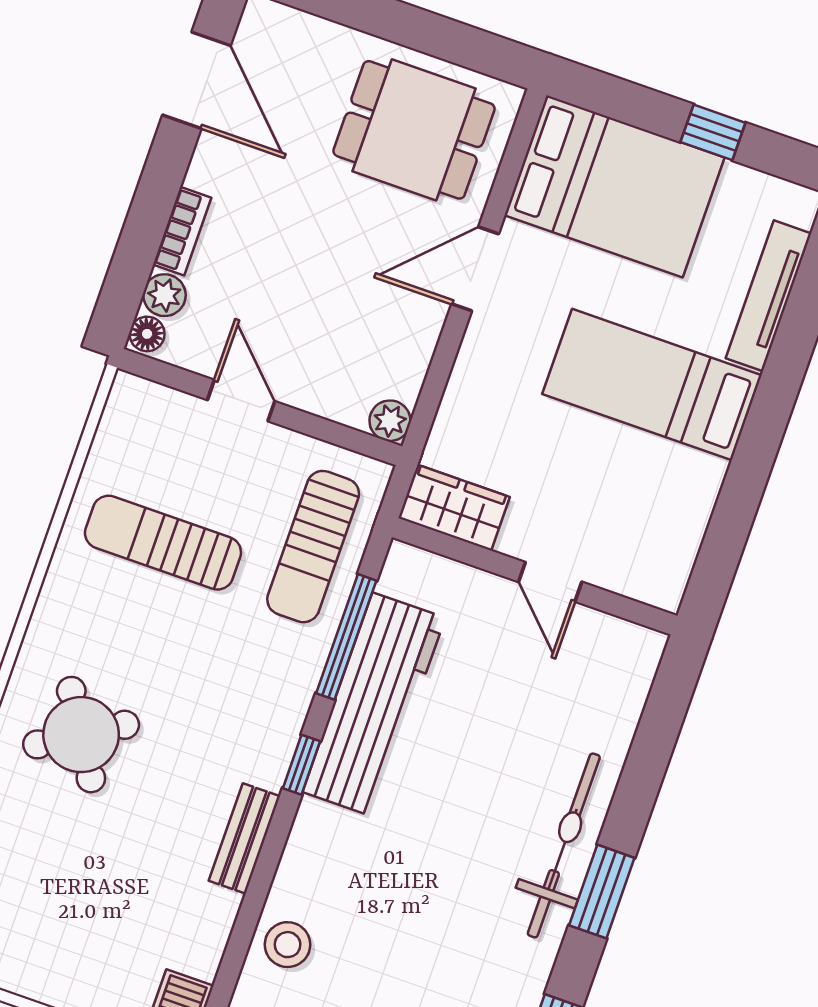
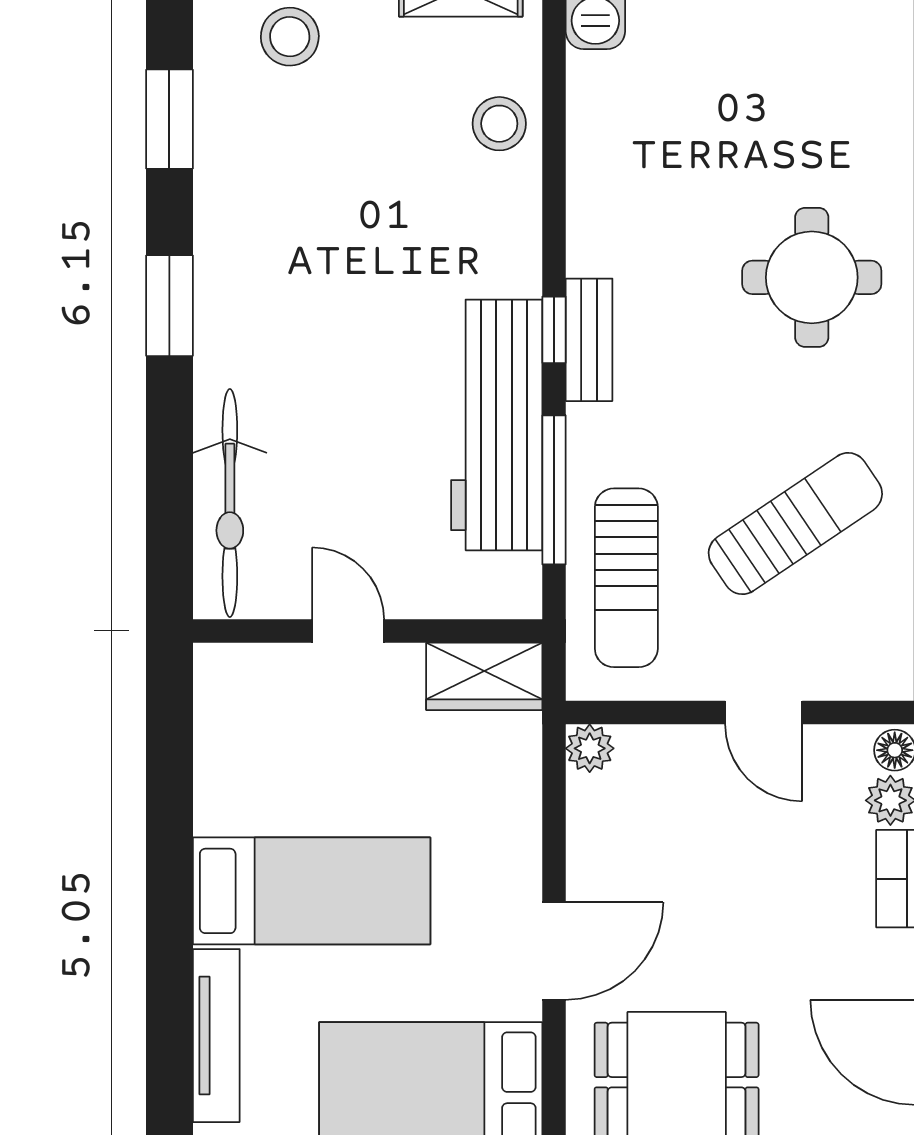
sun lounger: (163, 543) -> (795, 524), turned -34
sun lounger: (313, 547) -> (626, 578), turned 180
round table: (81, 735) -> (812, 277), turned 32
bench: (244, 838) -> (589, 340), moved
bicycle: (564, 845) -> (230, 503), moved

